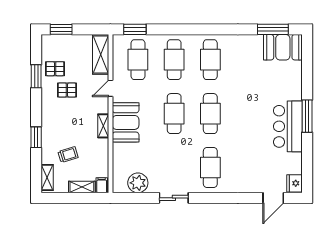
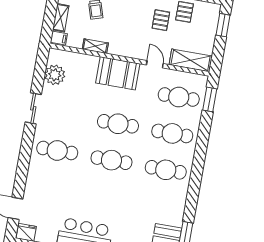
shelving: (103, 126) -> (95, 46), moved

